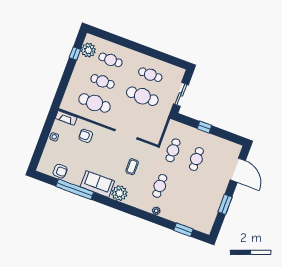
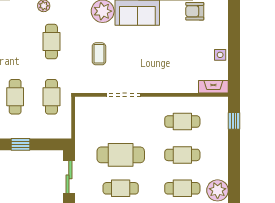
window: (75, 54) -> (234, 121), moved
cafe table: (95, 103) -> (182, 122), width x0.73, depth x0.74
armchair: (86, 136) -> (178, 72), removed

